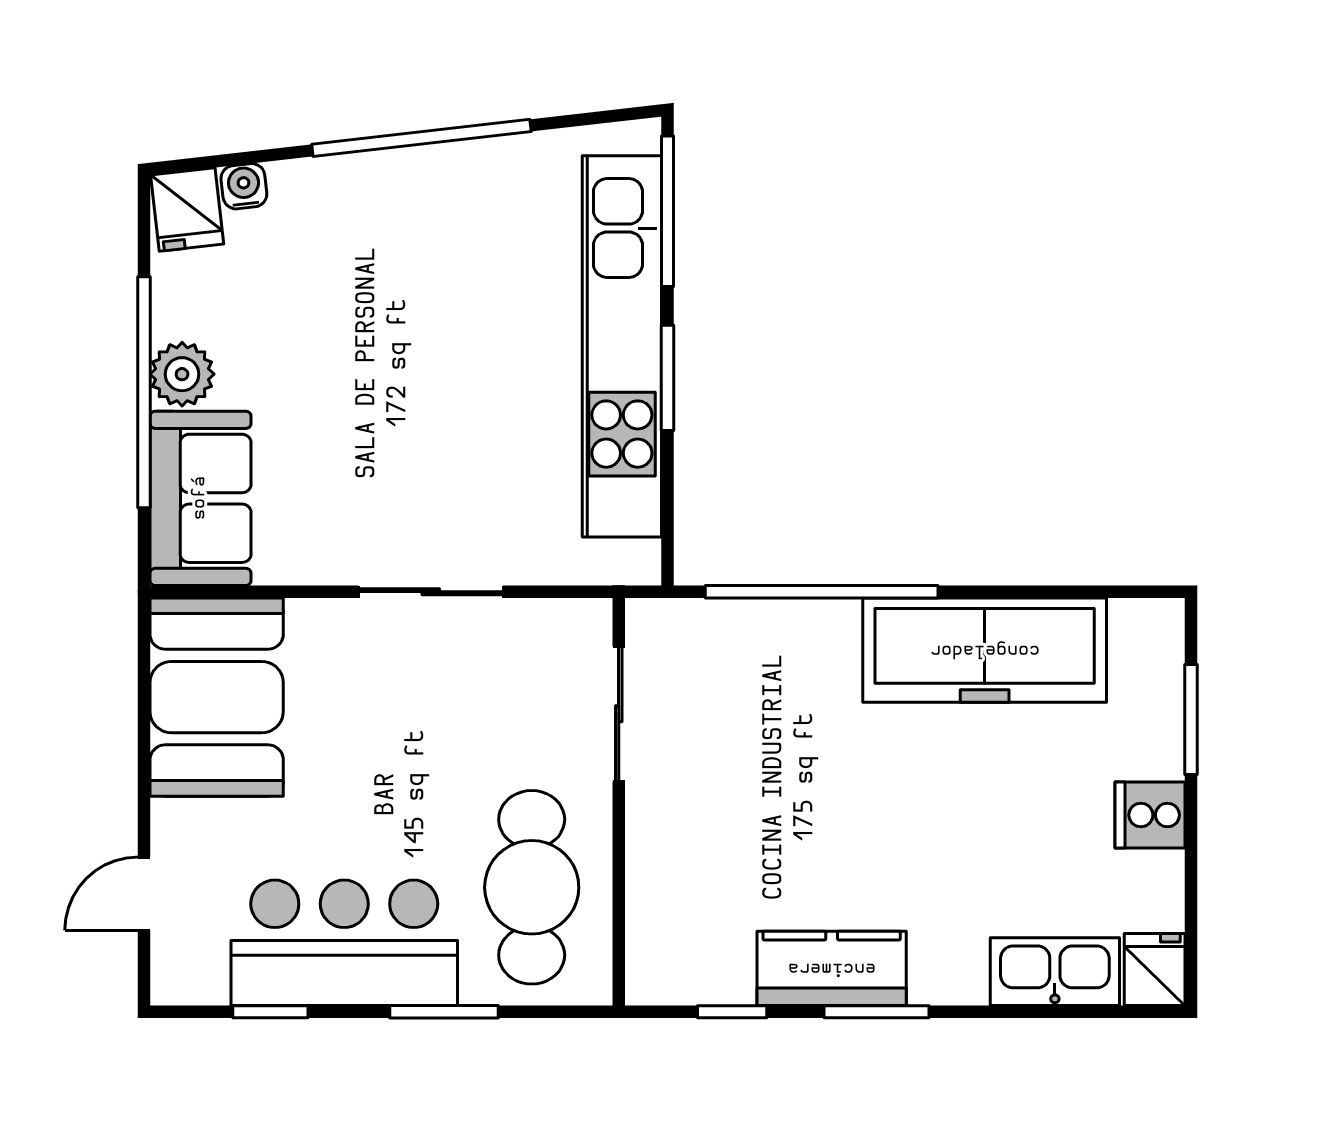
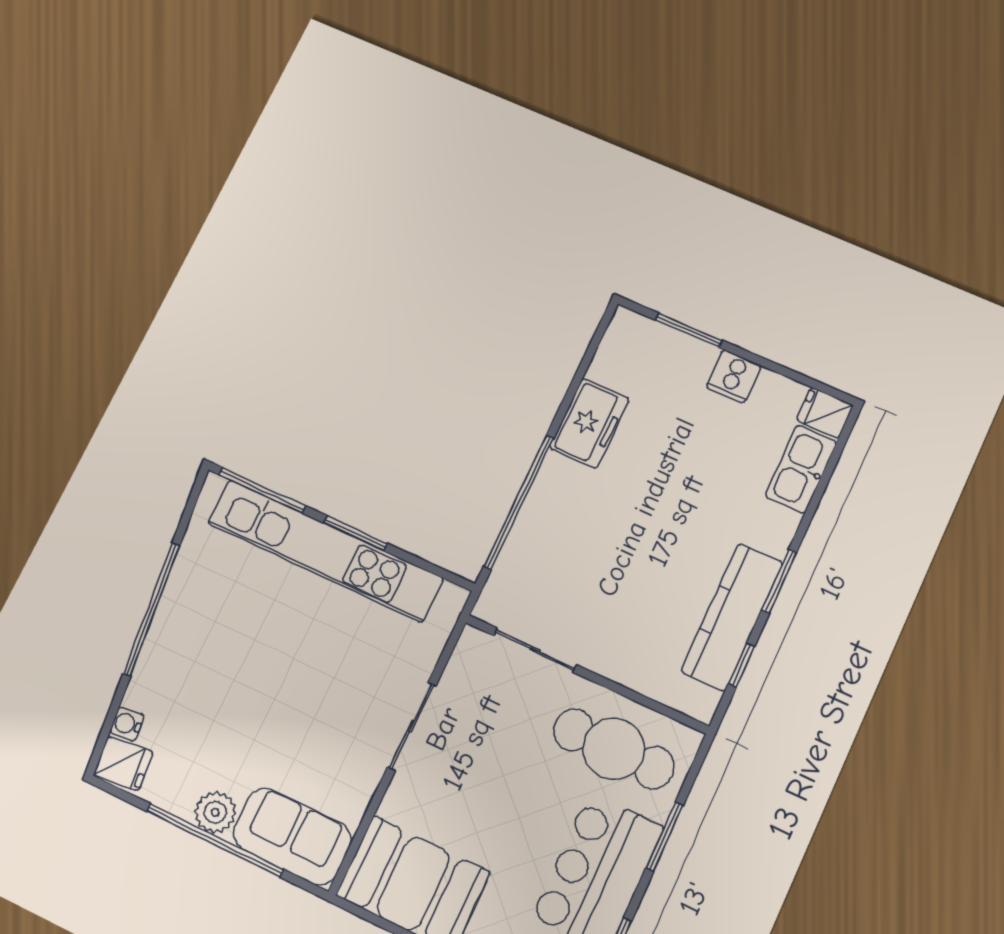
freezer: (985, 650) -> (589, 423), width x0.52, depth x0.79
kitchen counter: (832, 968) -> (732, 617), width x1.50

